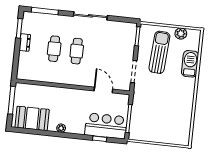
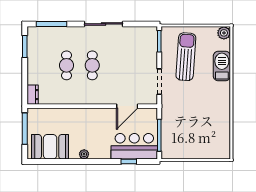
plant: (181, 34) -> (224, 33), moved
dresser: (25, 42) -> (33, 95), moved
door: (103, 90) -> (127, 106), swing flipped

